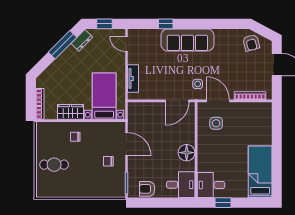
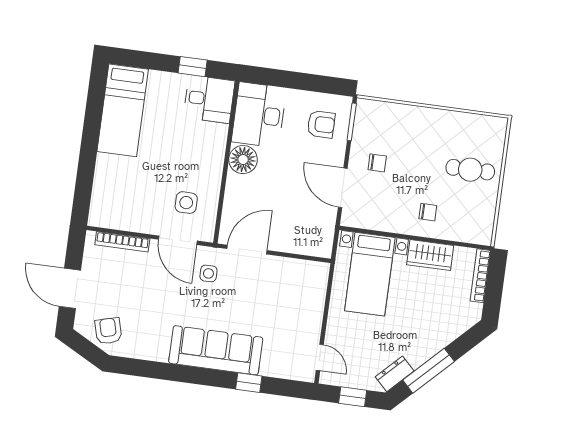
tv unit: (133, 79) -> (317, 297), removed
desk: (181, 185) -> (259, 115), width x1.37
armchair: (147, 189) -> (321, 124), moved

